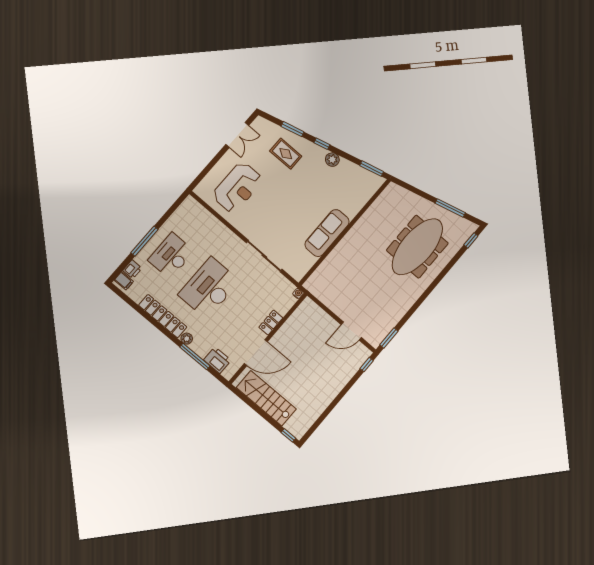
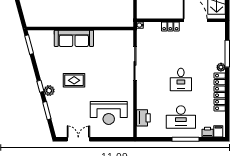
rug: (286, 154) -> (74, 80), moved, turned 90
plant: (332, 160) -> (49, 91), moved
reception desk: (238, 188) -> (109, 113), turned 180
sofa: (327, 233) -> (74, 38), moved
desk: (209, 288) -> (181, 79), width x0.53, depth x0.77
printer: (217, 360) -> (143, 118), moved, turned 180

